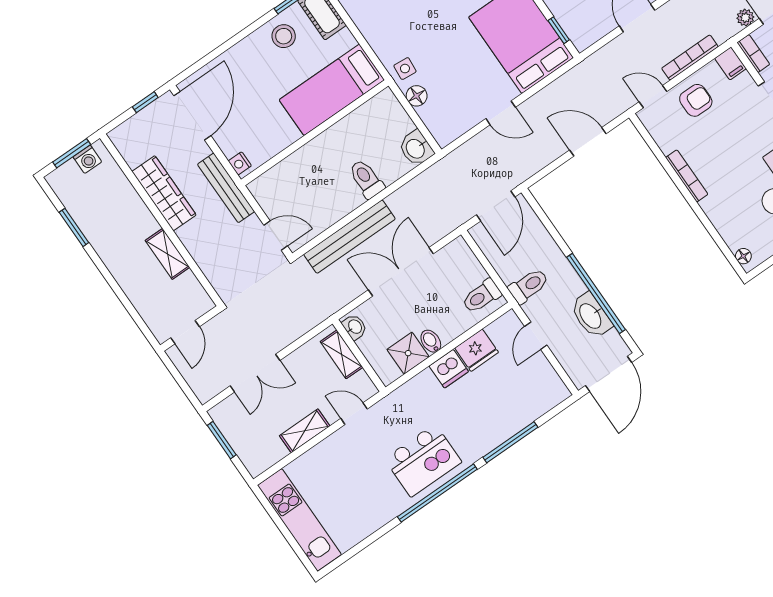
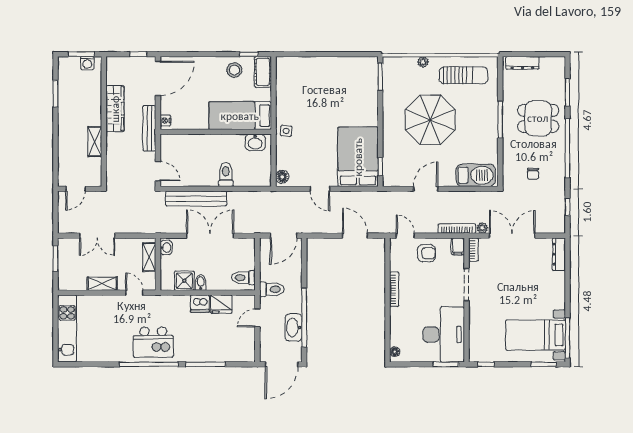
bookcase: (690, 58) -> (457, 229), moved
floor lamp: (417, 96) -> (282, 177), moved
washbasin: (416, 148) -> (255, 142), moved, turned -90

